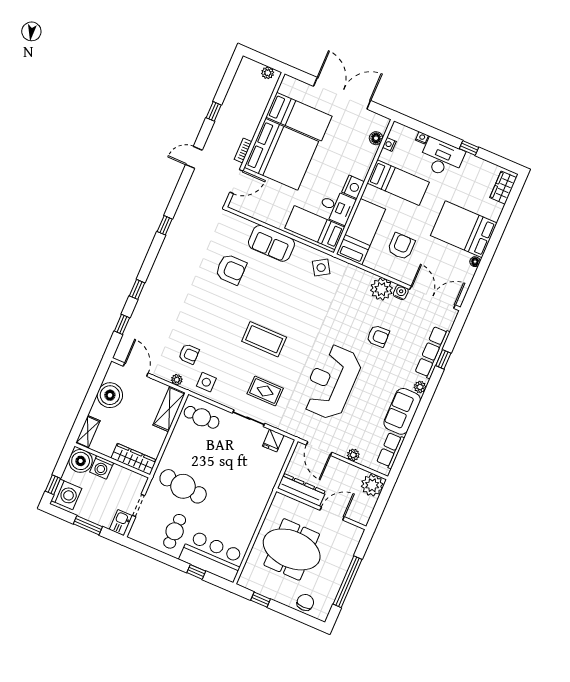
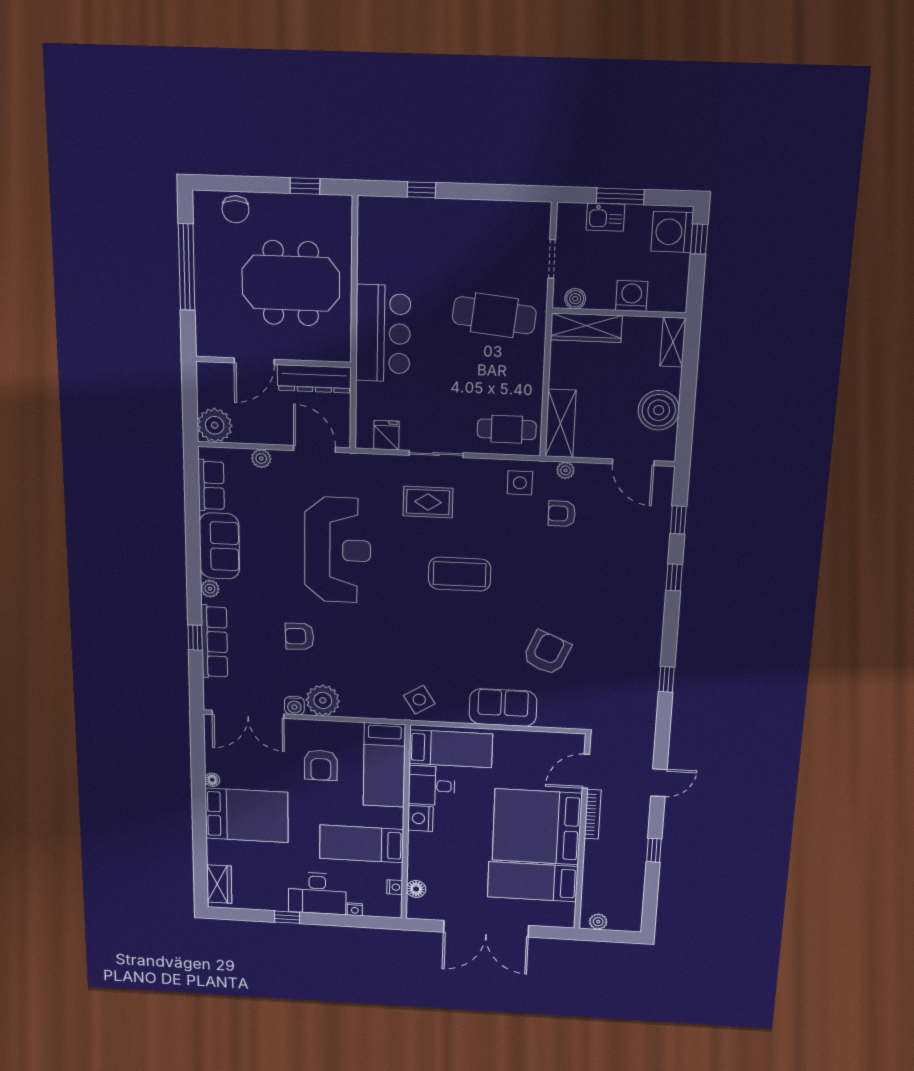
bookcase: (243, 150) -> (593, 814), width x1.56
armchair: (231, 269) -> (547, 653), turned 113
boiler: (81, 461) -> (575, 299), moved, width x0.54, depth x0.54
kitchen sink: (121, 523) -> (605, 217), moved, turned 90
cafe table: (175, 531) -> (480, 241), removed
bar counter: (212, 556) -> (383, 333), moved, turned -90

